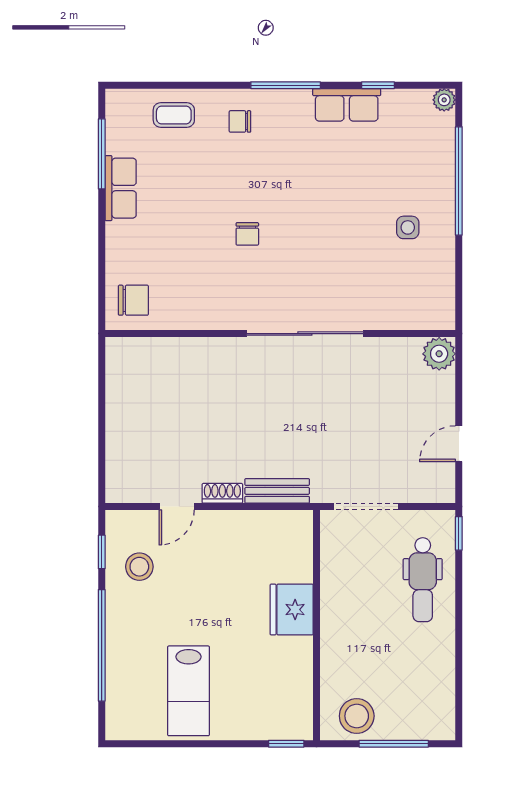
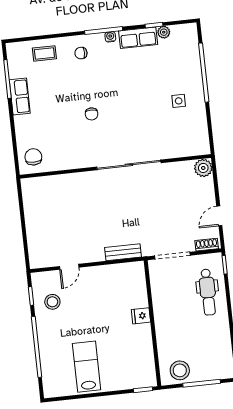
water cooler: (296, 98) -> (110, 37), added
plant: (444, 100) -> (164, 32), moved
chair: (133, 300) -> (33, 157), turned -90
shoe rack: (222, 493) -> (207, 245), moved
fridge: (292, 610) -> (141, 316), width x0.53, depth x0.75
lab bench: (189, 691) -> (87, 367), turned 180

